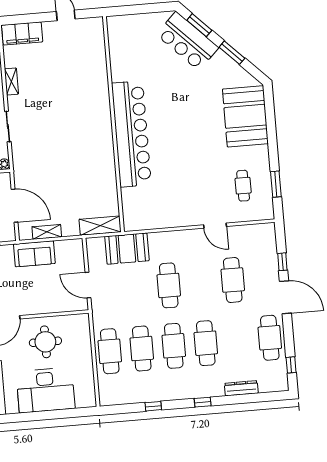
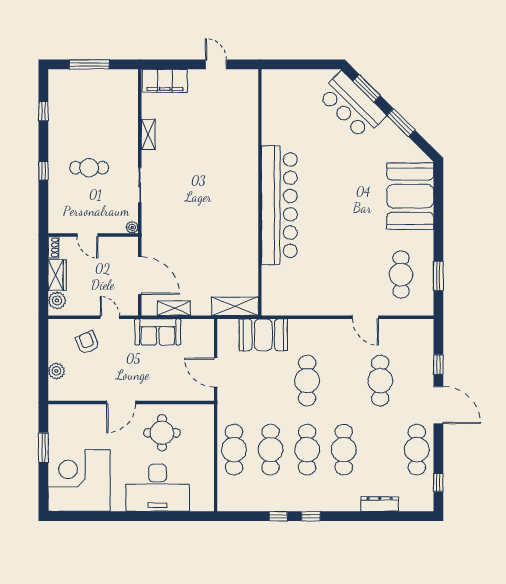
cafe table: (243, 186) -> (401, 275), width x1.37, depth x1.35
window: (203, 402) -> (311, 516), moved

